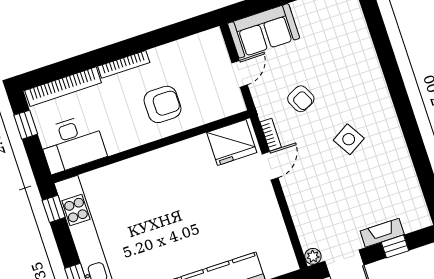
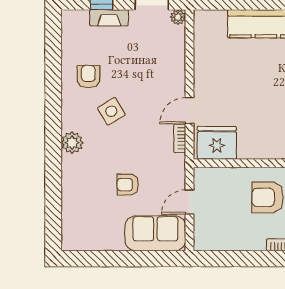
plant: (378, 94) -> (72, 143), added
armchair: (301, 99) -> (128, 185), moved, turned -64
armchair: (383, 166) -> (88, 77), added

